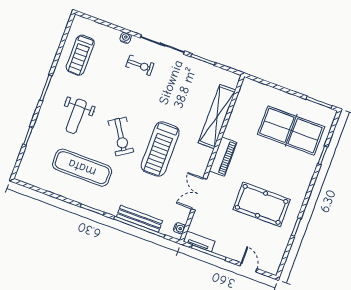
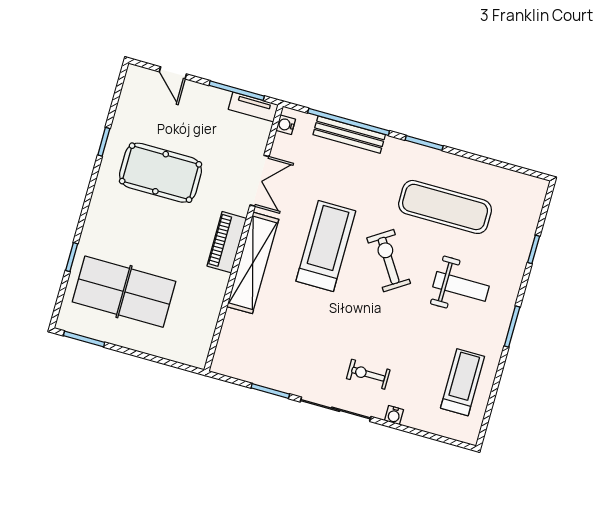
weight bench: (76, 116) -> (461, 286), turned 90
shelving: (217, 116) -> (253, 263), moved

